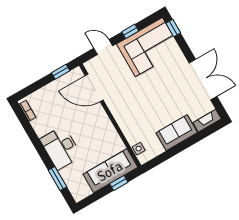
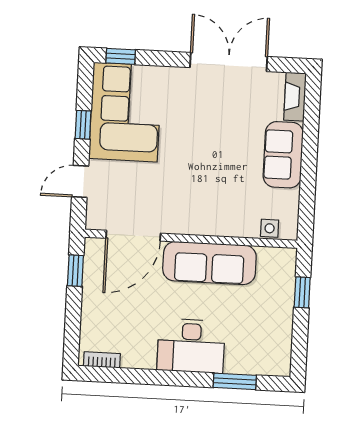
sofa: (110, 171) -> (209, 263), moved, turned -90

